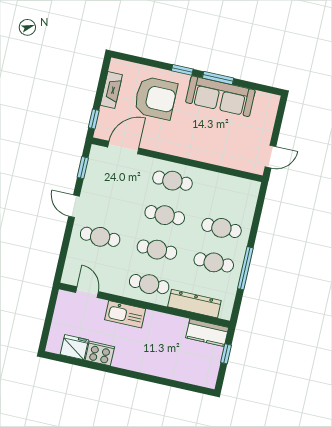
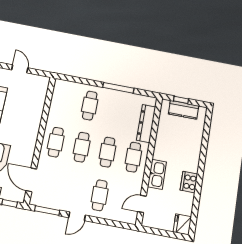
door: (271, 157) -> (20, 69), moved
window: (83, 168) -> (47, 211), width x1.50
cafe table: (214, 262) -> (115, 110), removed
kitchen counter: (207, 333) -> (184, 110), moved, turned 90
fridge: (74, 347) -> (182, 224), moved
cooker: (100, 353) -> (189, 182), moved

